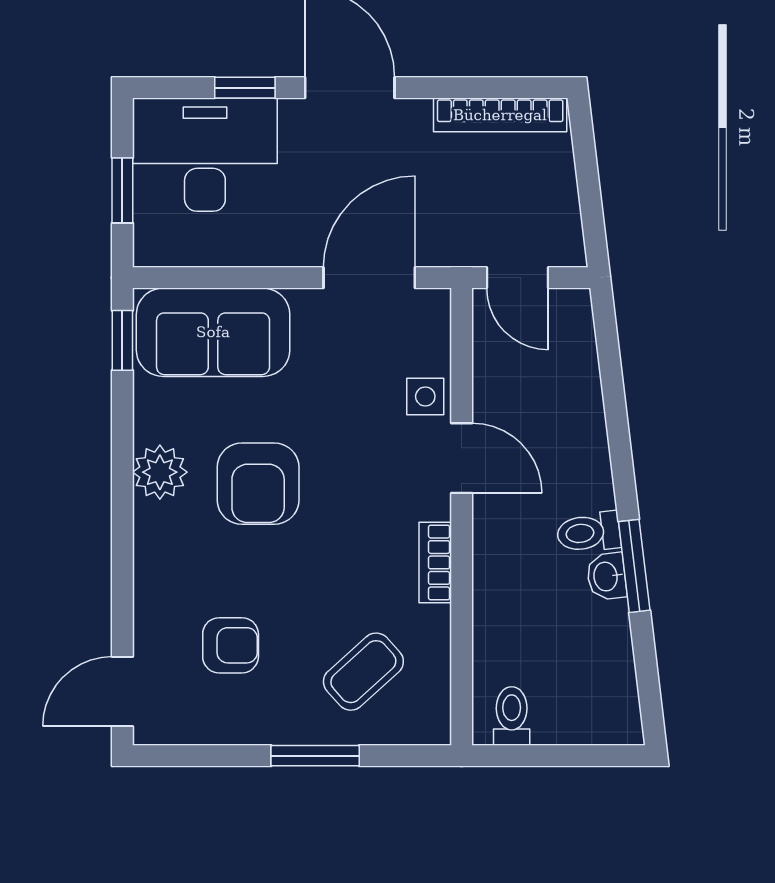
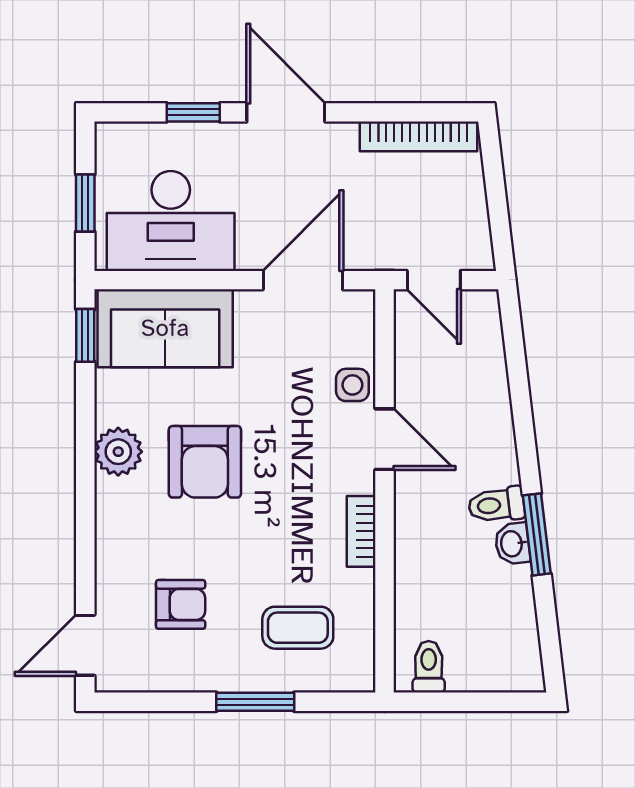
desk: (205, 155) -> (171, 221), moved, turned 180
coffee table: (363, 672) -> (298, 628), turned 42

